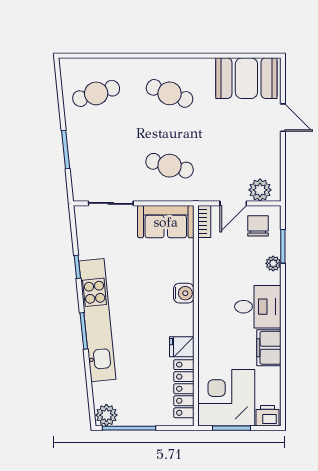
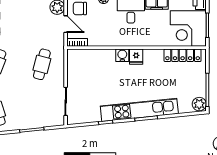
sofa: (166, 222) -> (77, 67), removed
fridge: (182, 347) -> (136, 57), moved

